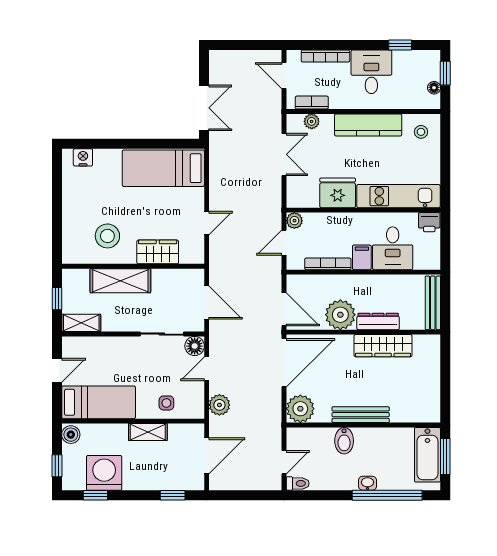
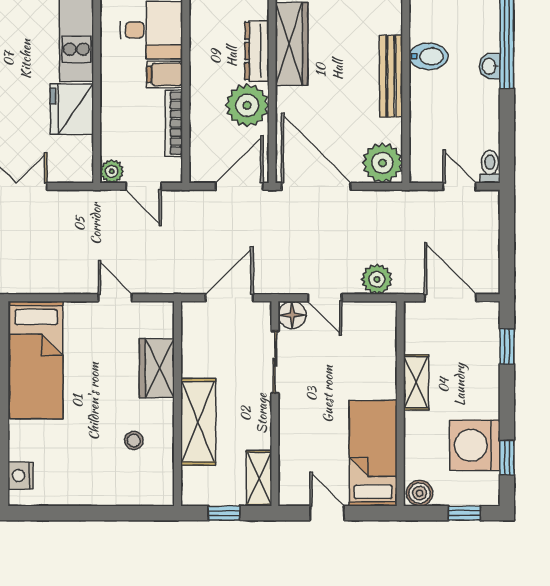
stool: (107, 236) -> (134, 440), width x0.53, depth x0.53
side table: (166, 403) -> (374, 356), removed
bidet: (344, 441) -> (428, 56), moved

